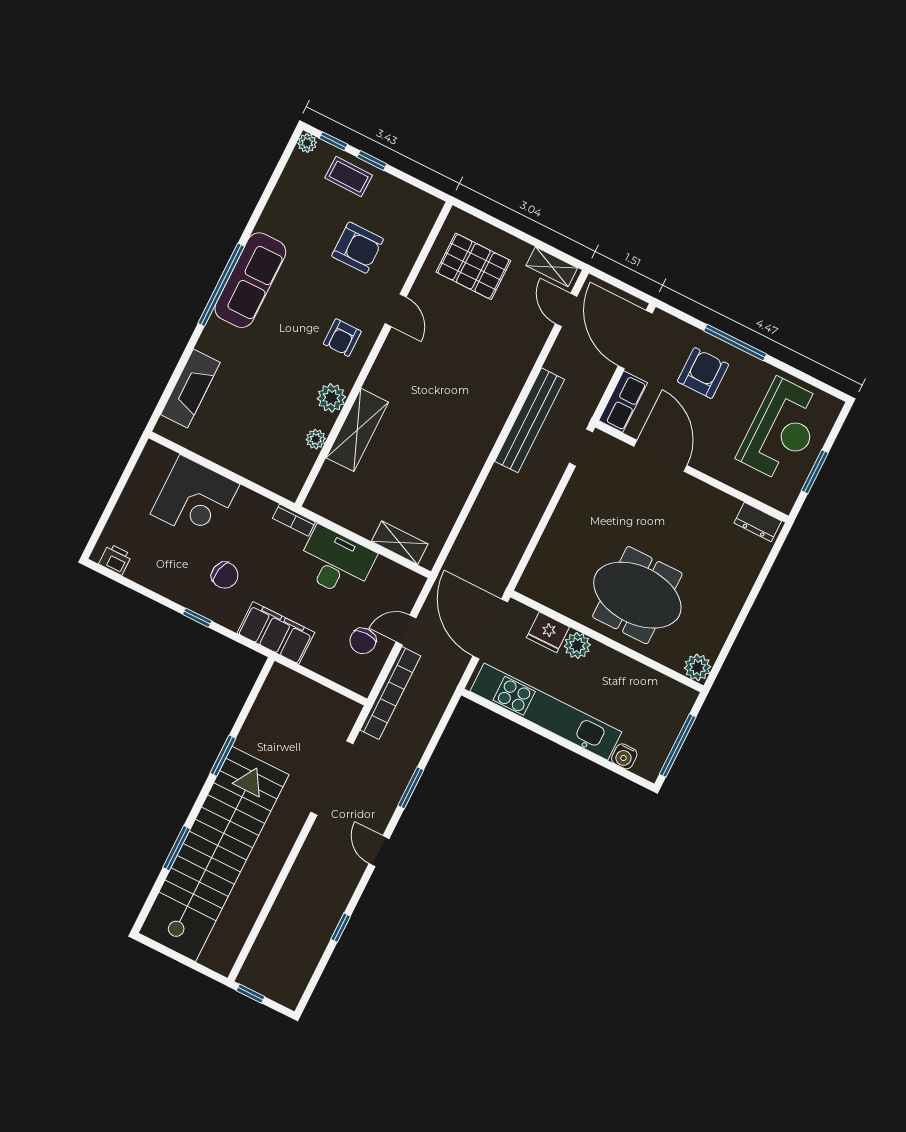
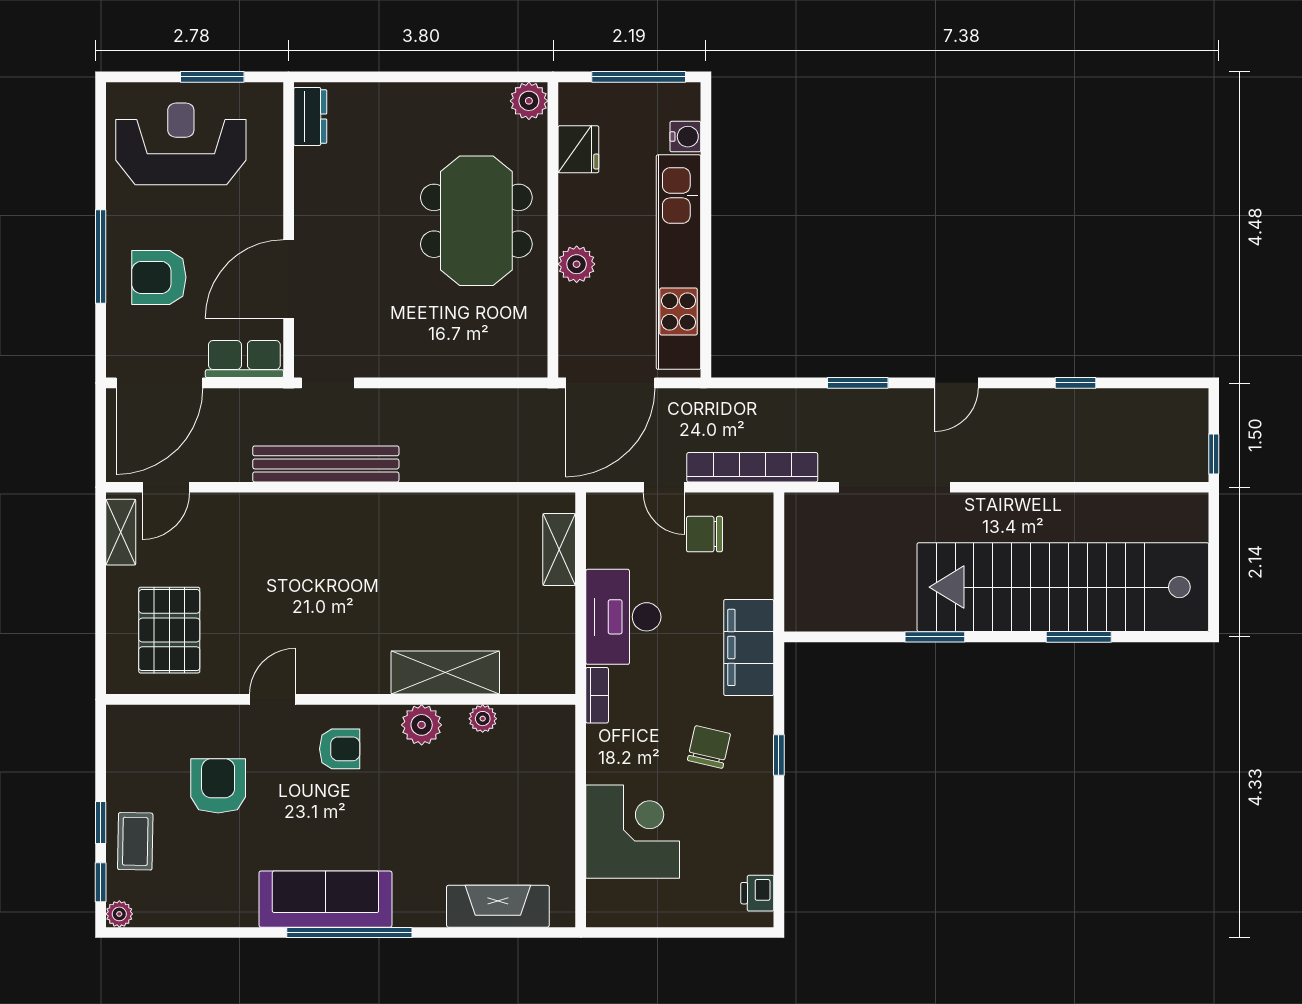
fridge: (548, 632) -> (578, 149), moved
chair: (363, 641) -> (705, 534), turned 180

